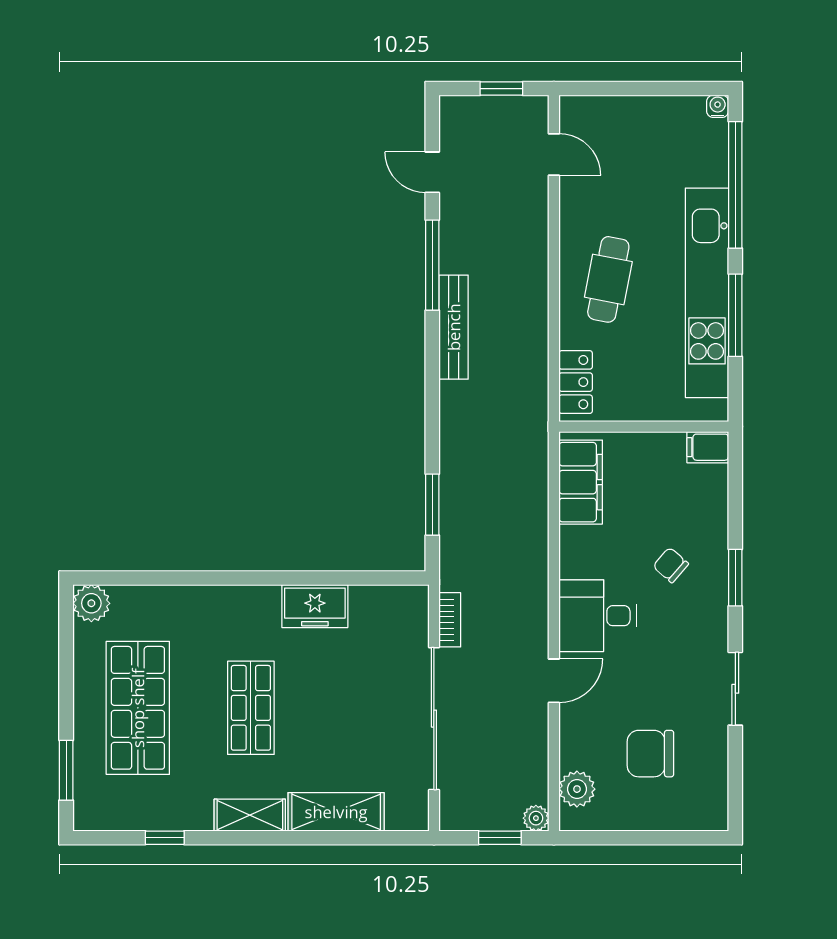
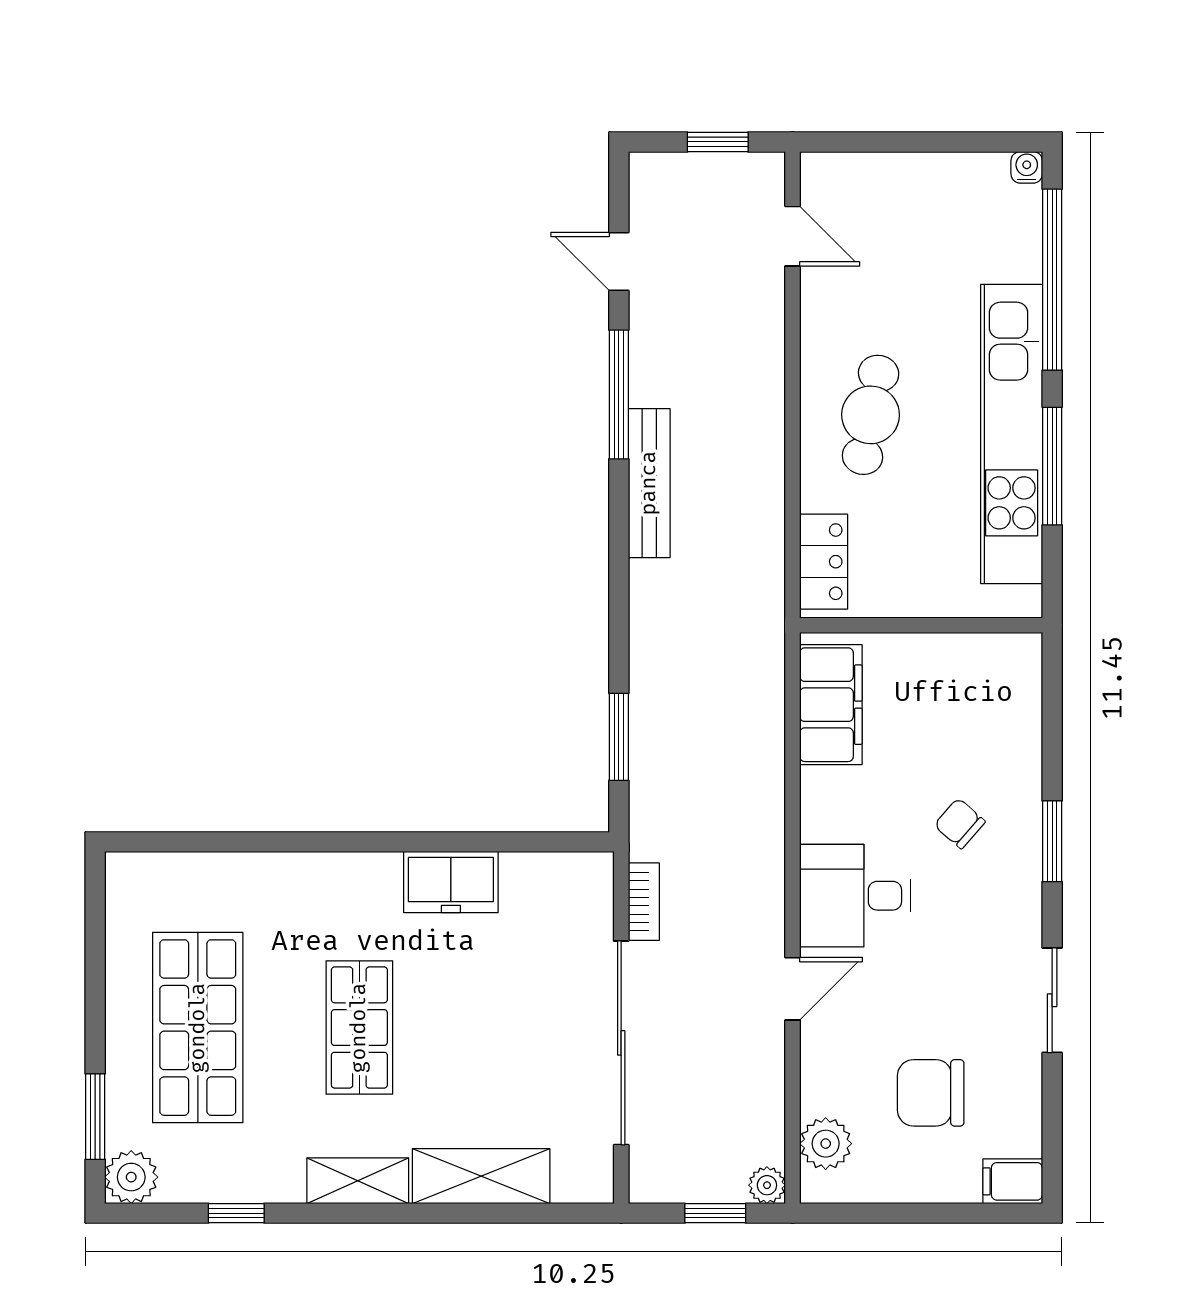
filing cabinet: (708, 447) -> (1013, 1181), moved
plant: (91, 603) -> (131, 1177), moved

